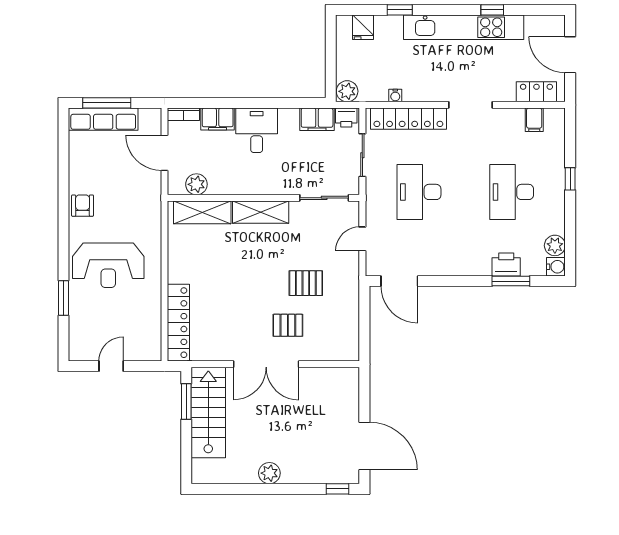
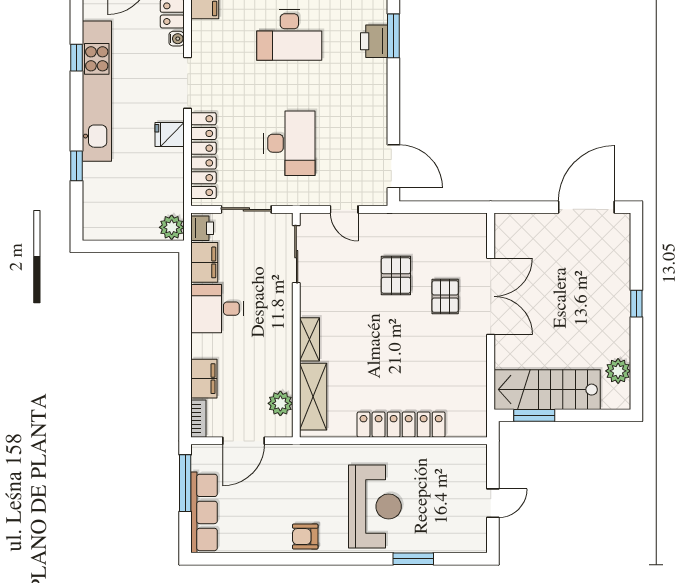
fridge: (363, 27) -> (170, 134), moved, turned 180
water cooler: (395, 96) -> (177, 39), moved
window: (107, 103) -> (185, 483), moved
desk: (257, 130) -> (217, 309), moved
desk: (419, 192) -> (289, 143), turned -90
shelving: (261, 212) -> (310, 339), width x0.67, depth x0.75
door: (399, 281) -> (393, 166), hinge flipped
locker: (178, 323) -> (401, 425), moved
double door: (266, 364) -> (491, 296), moved
door: (111, 366) -> (493, 503), swing flipped
plant: (269, 473) -> (618, 371), moved
window: (338, 489) -> (636, 304), moved

